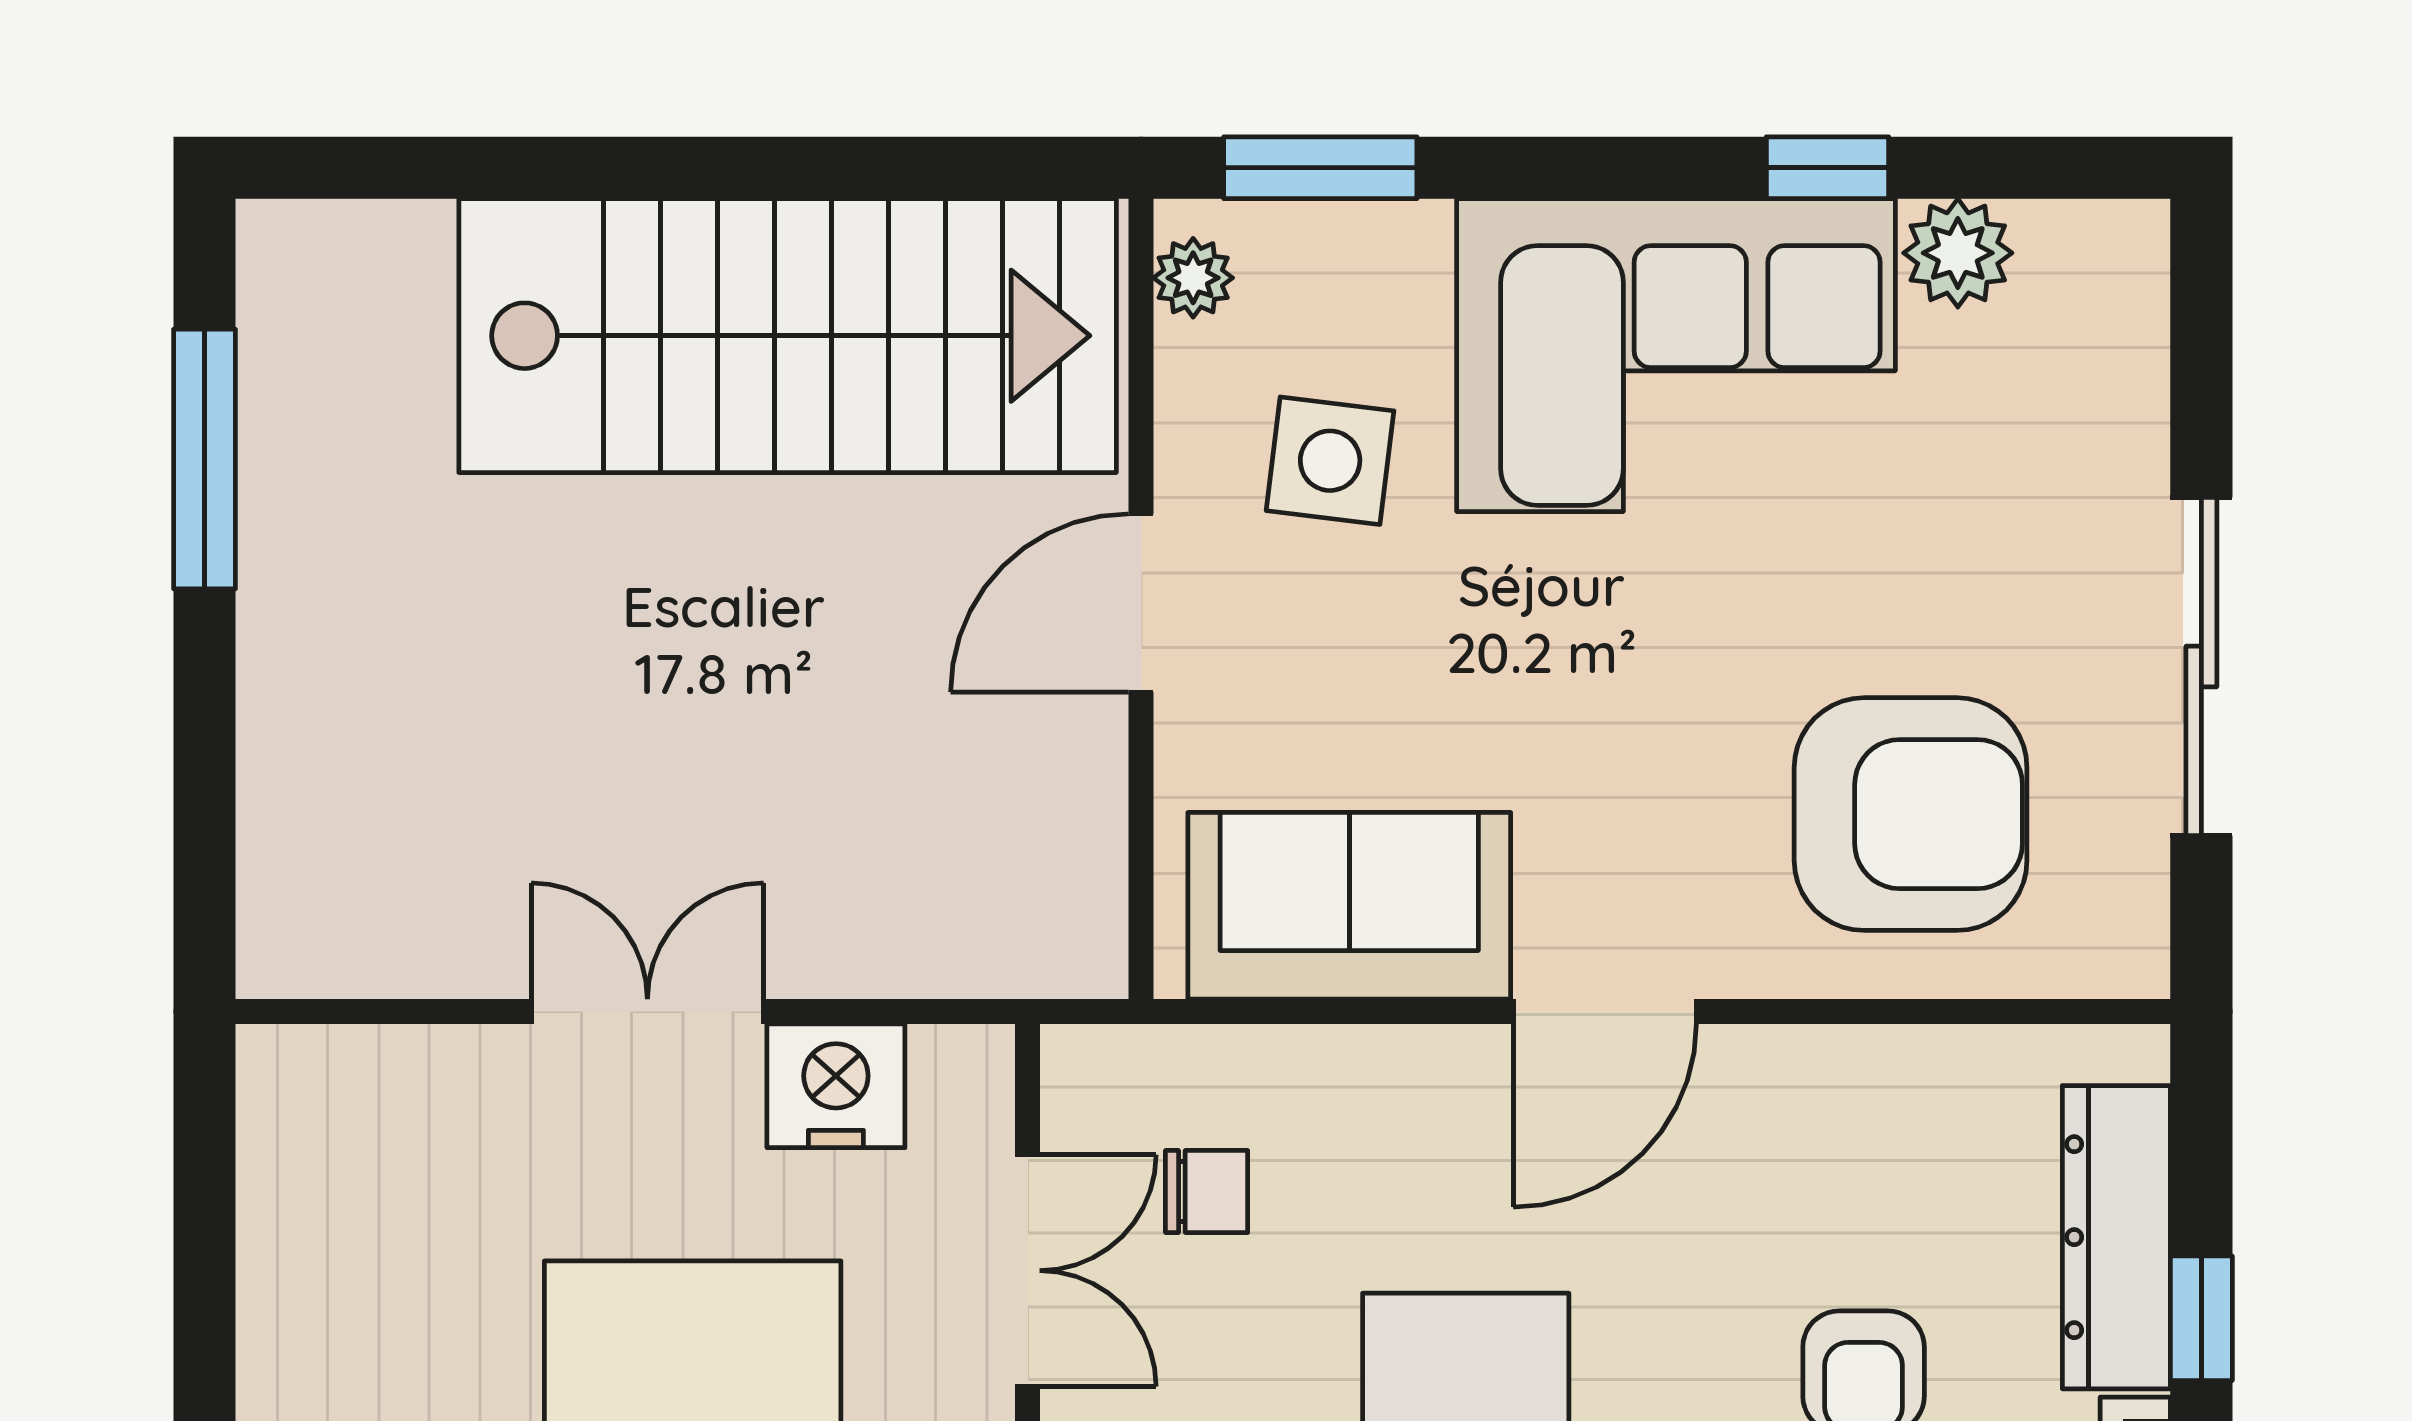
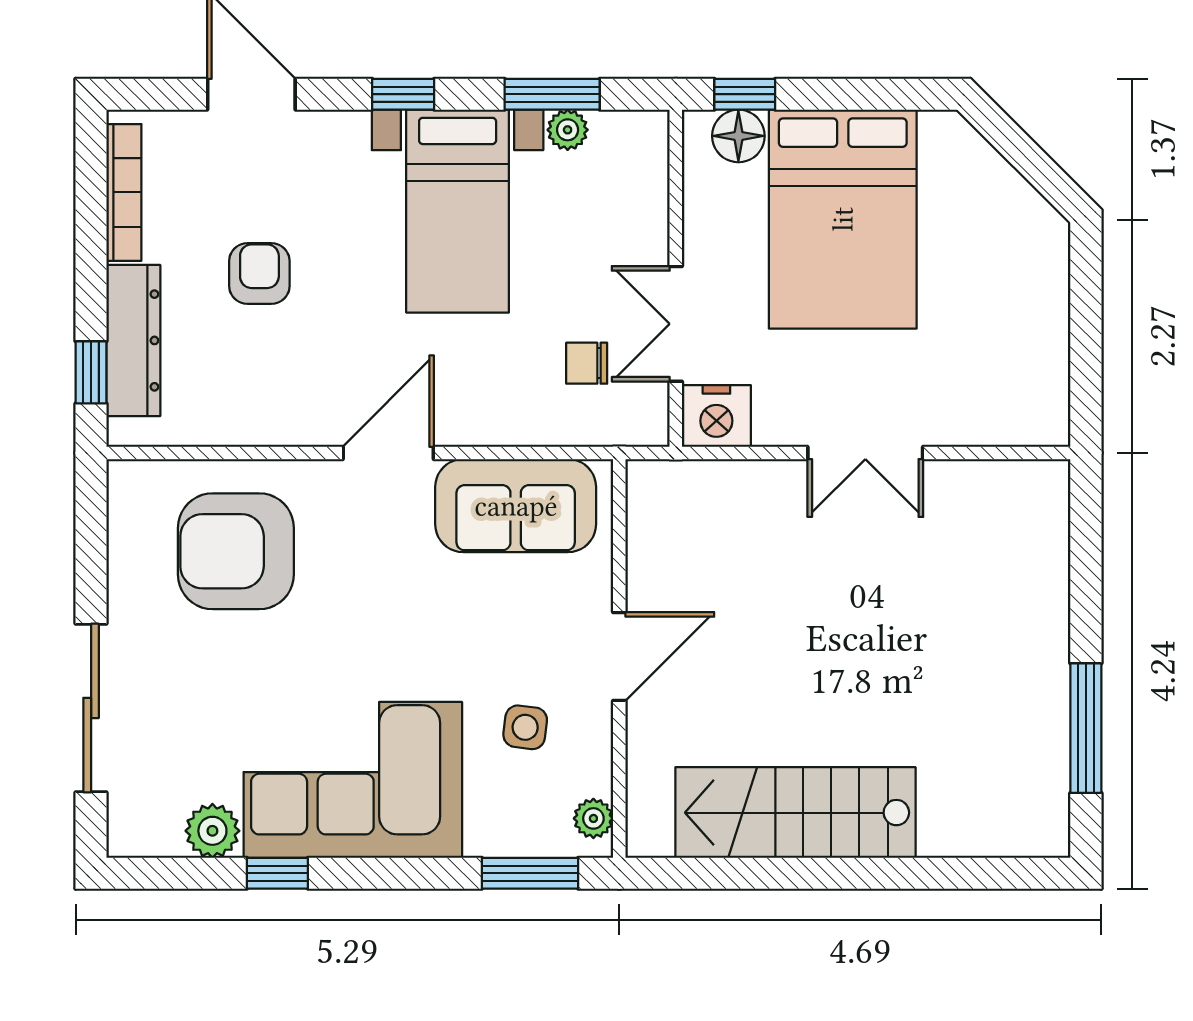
stairs: (788, 336) -> (795, 813), width x0.73, depth x0.66
side table: (1330, 461) -> (525, 727), width x0.73, depth x0.73
sliding door: (2201, 667) -> (91, 708), moved
nightstand: (836, 1086) -> (716, 416), moved
window: (2201, 1318) -> (91, 372), moved

